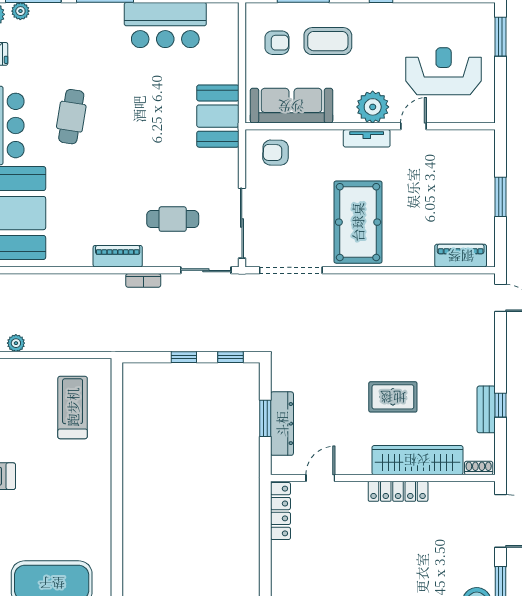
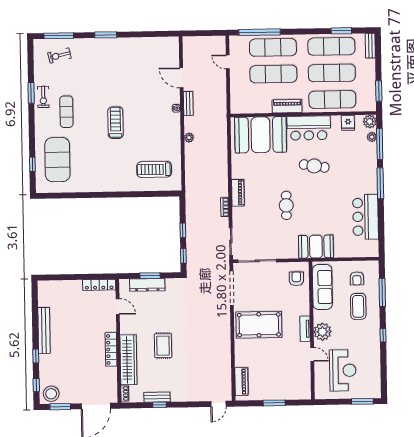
cafe table: (173, 219) -> (286, 205), moved
treadmill: (73, 407) -> (154, 169), turned 180

